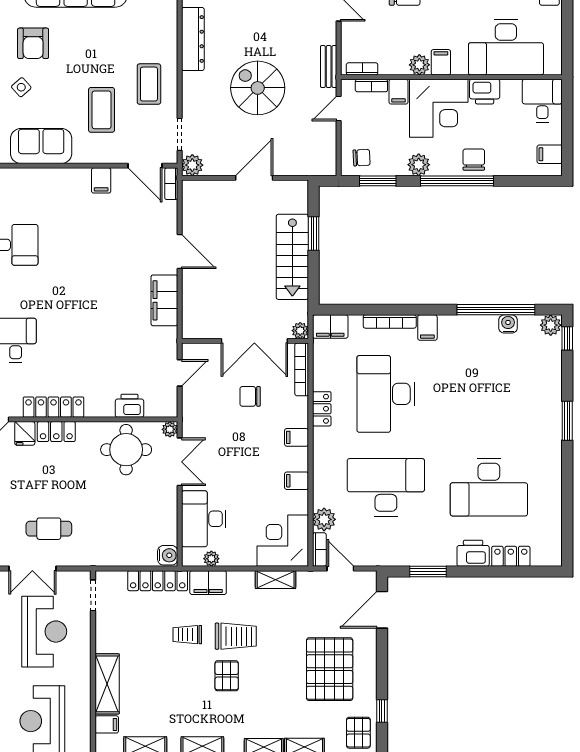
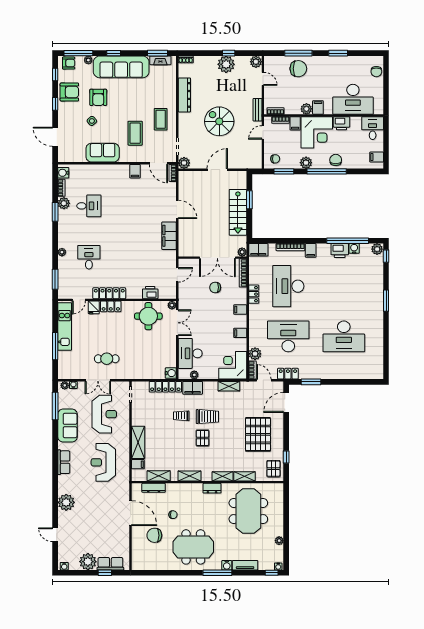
printer: (473, 553) -> (340, 251), moved, turned 180
locker: (511, 556) -> (288, 374), moved

